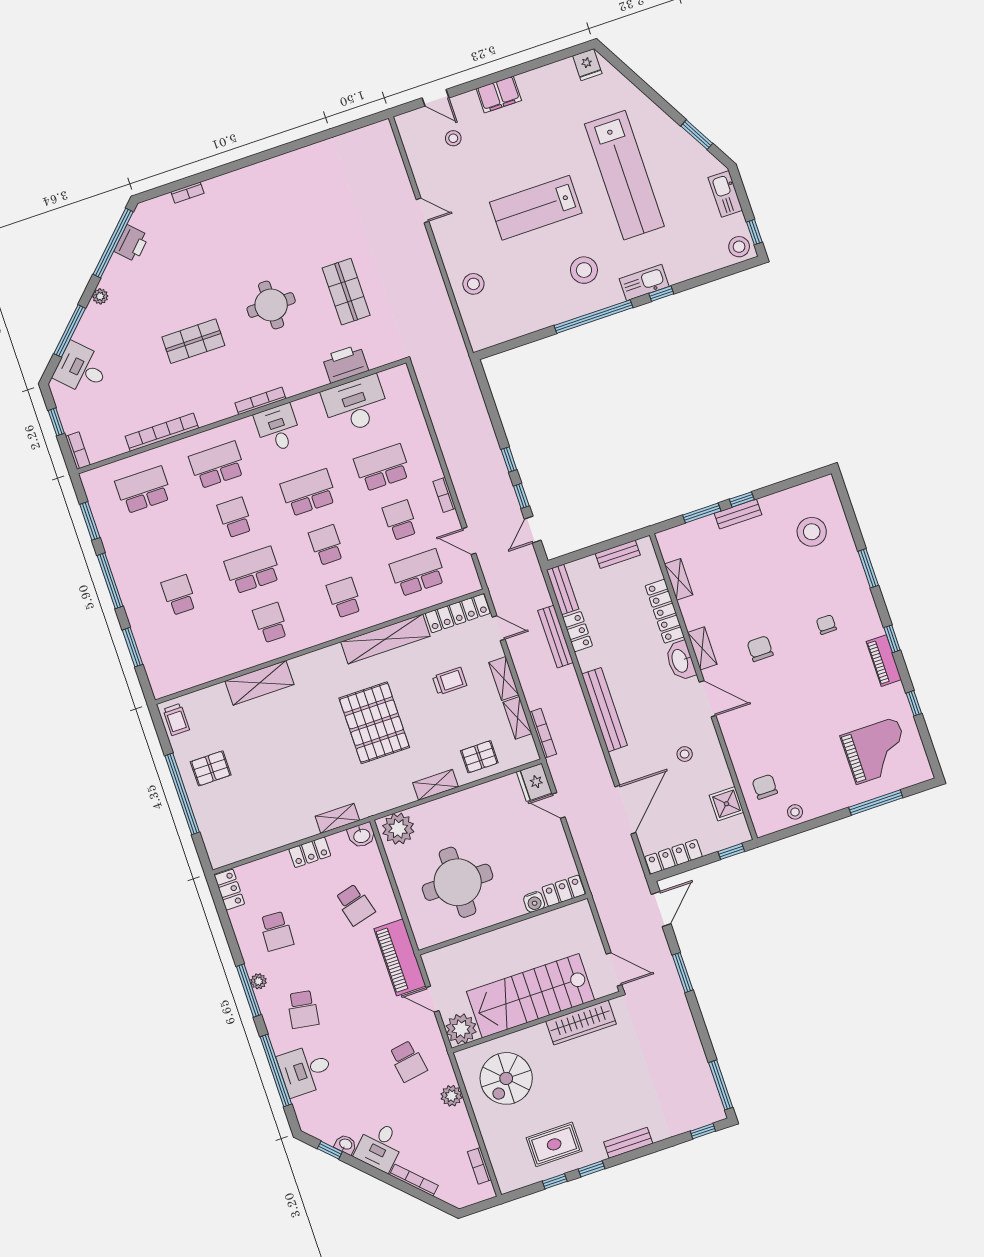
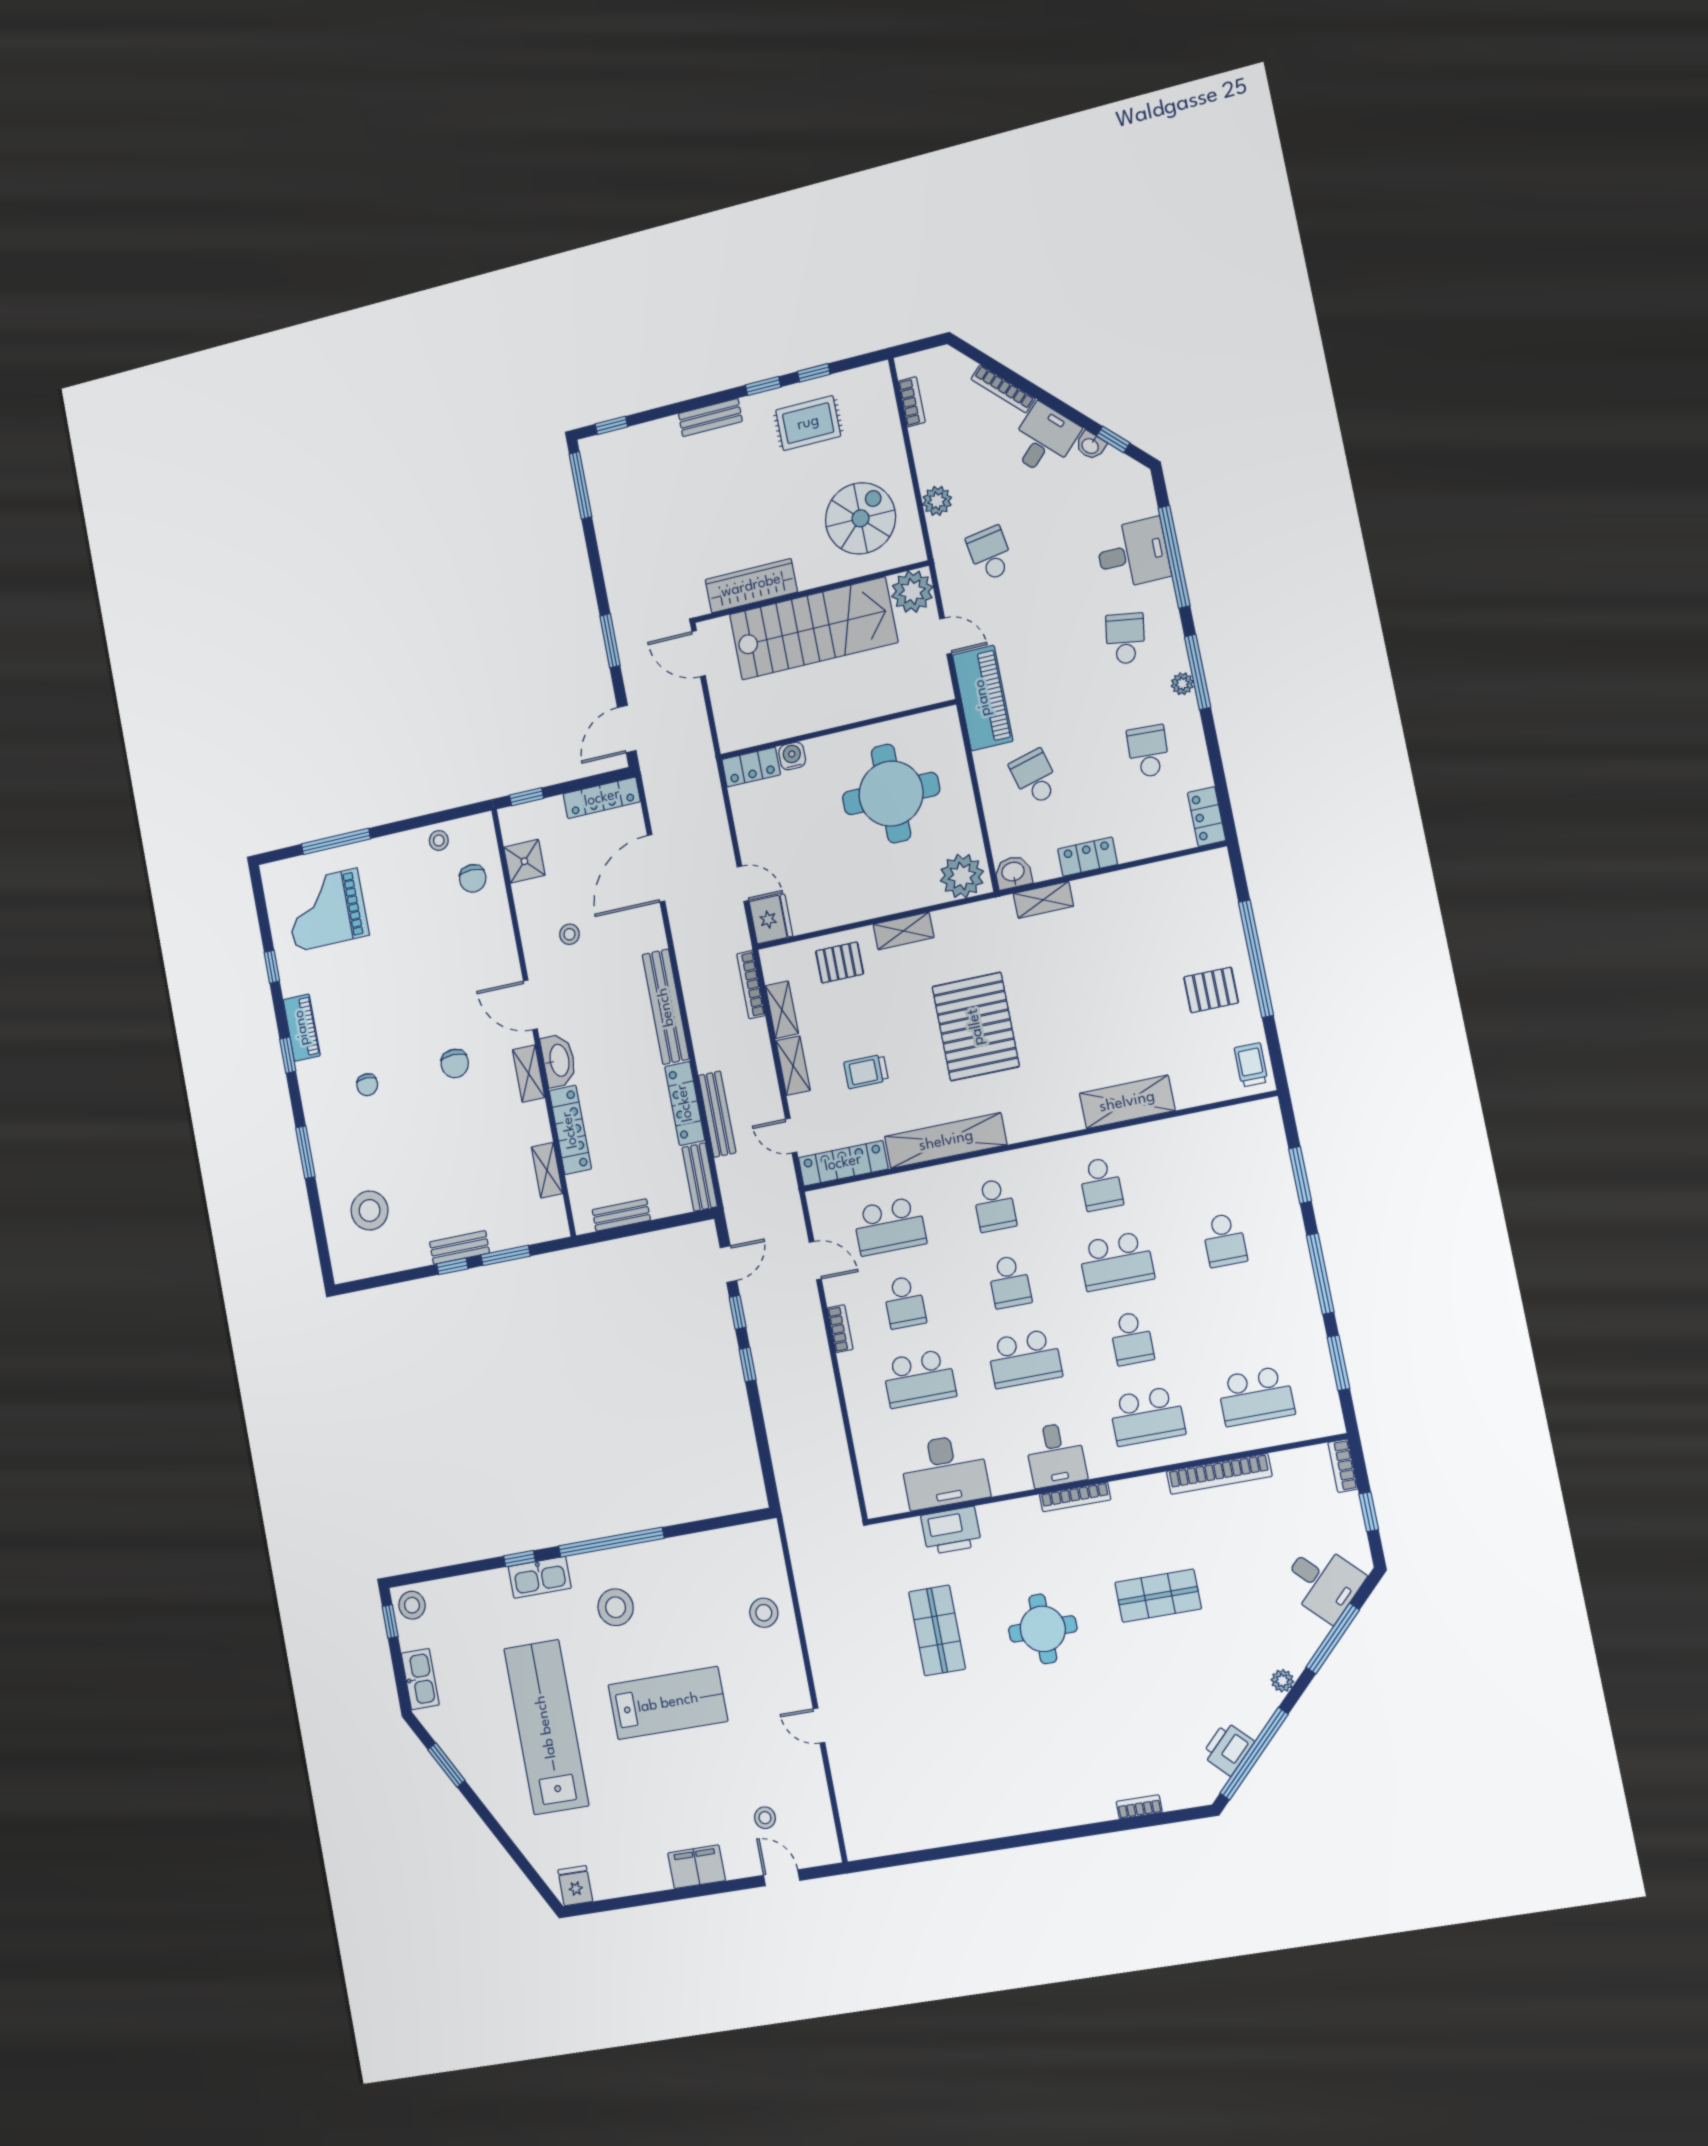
locker: (578, 632) -> (685, 1103), width x1.53

